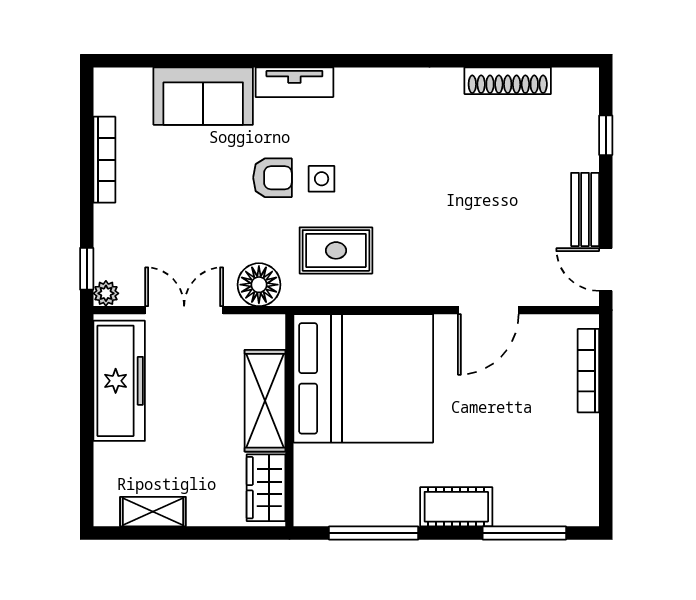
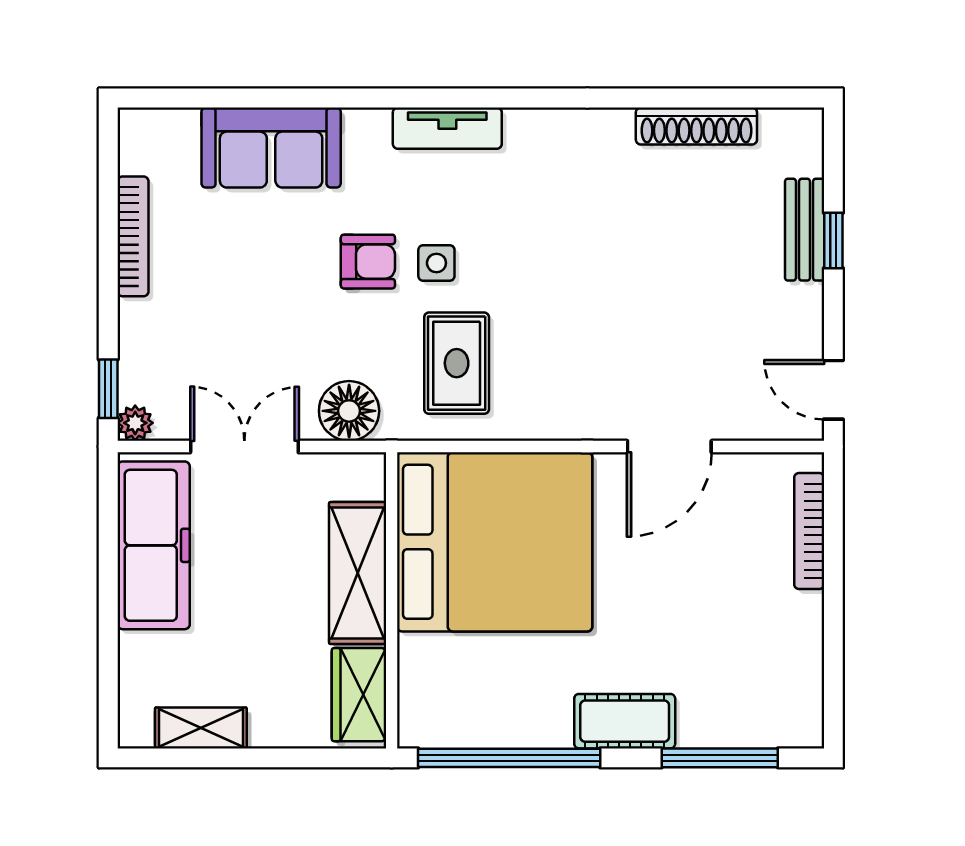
tv unit: (294, 82) -> (447, 128), moved
window: (606, 135) -> (833, 241), moved
bench: (585, 209) -> (805, 230), moved
rug: (336, 250) -> (457, 363), turned 90
window: (374, 533) -> (509, 758), width x1.46

